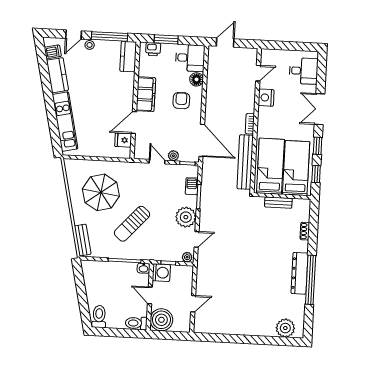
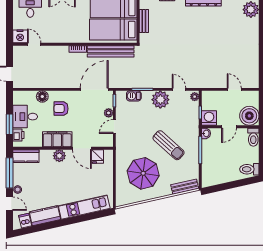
desk: (190, 58) -> (25, 117), moved, turned -90
plant: (126, 96) -> (59, 156), added
nightstand: (266, 98) -> (20, 36), moved

